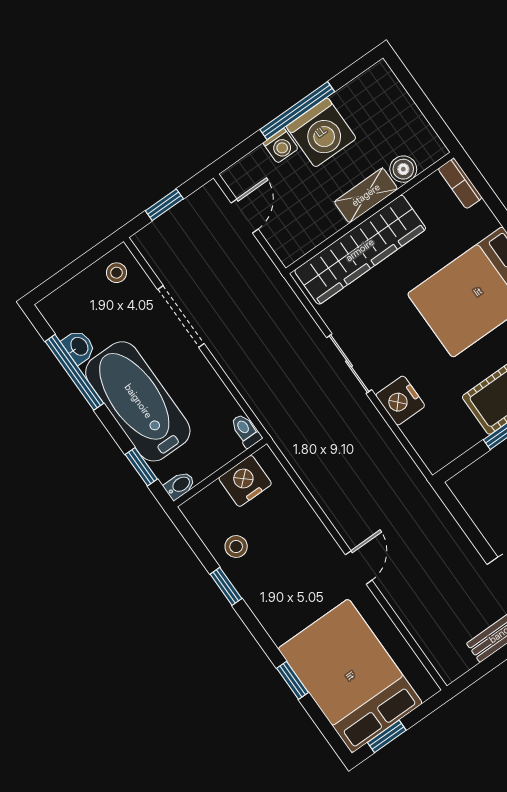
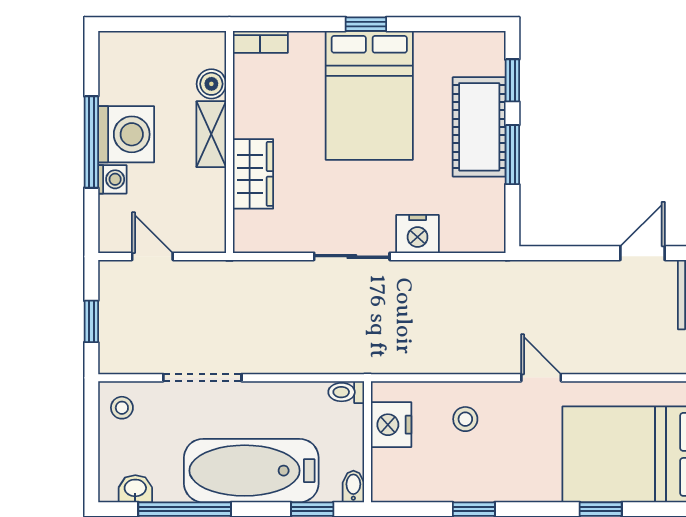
wardrobe: (360, 250) -> (253, 174), width x0.48, depth x0.85
washbasin: (79, 347) -> (135, 489), moved
stool: (236, 547) -> (465, 419), moved

